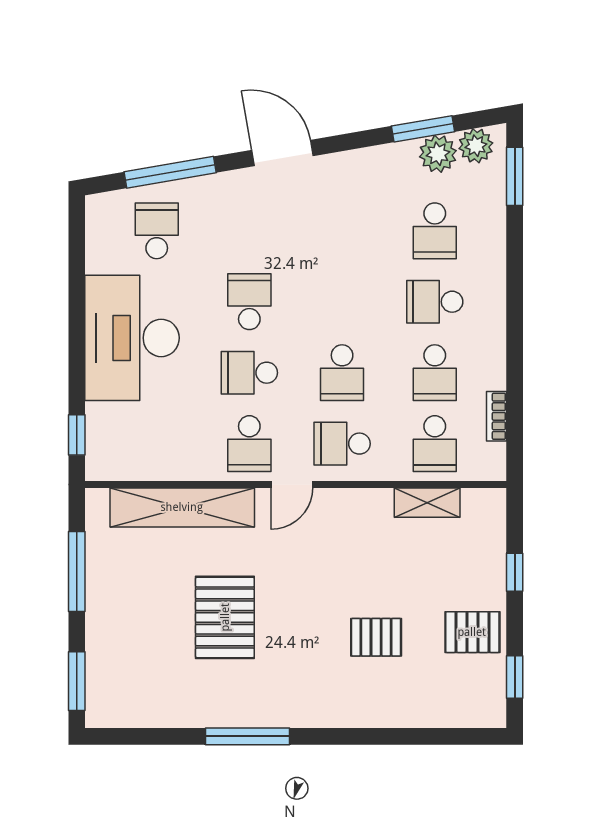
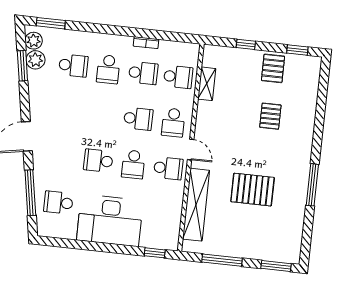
bookcase: (496, 416) -> (146, 43), moved

